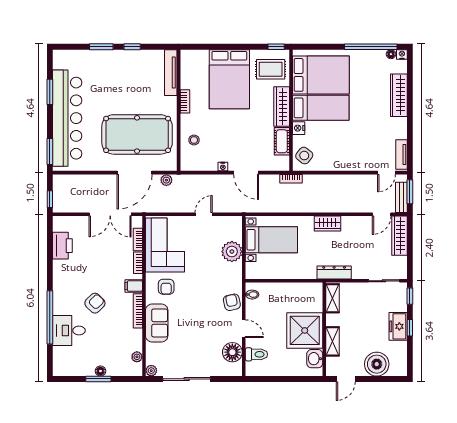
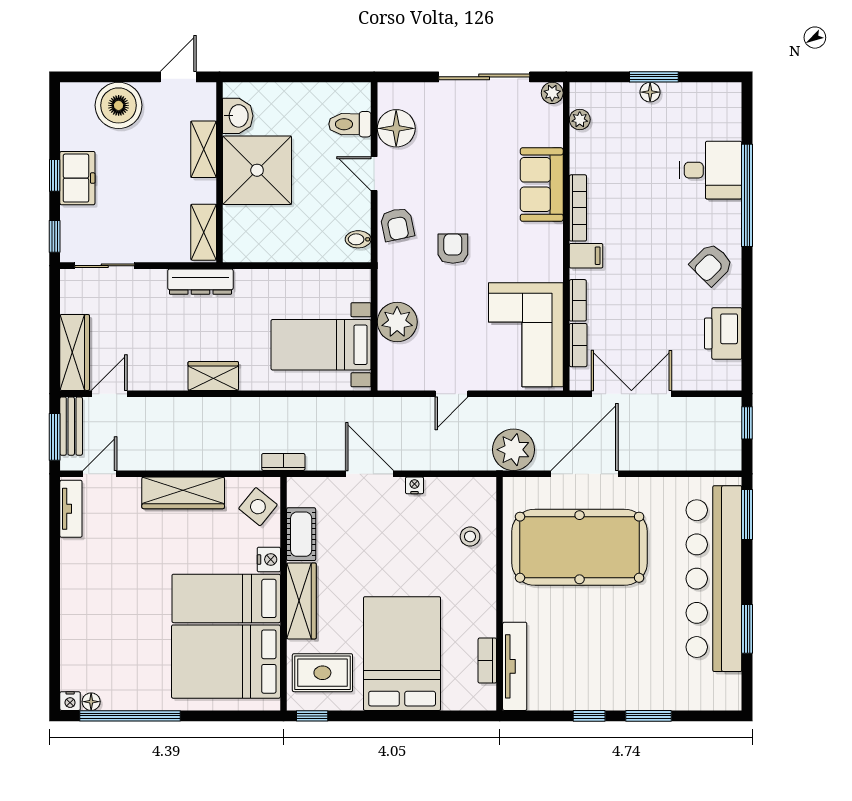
wardrobe: (399, 95) -> (183, 493), moved, turned 90
bookcase: (185, 101) -> (487, 661), moved
plant: (166, 180) -> (513, 450), width x1.88, depth x1.88
armchair: (166, 287) -> (453, 249), moved
armchair: (95, 303) -> (711, 264), moved

